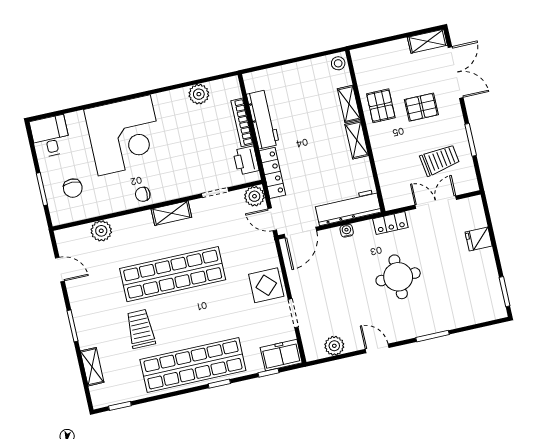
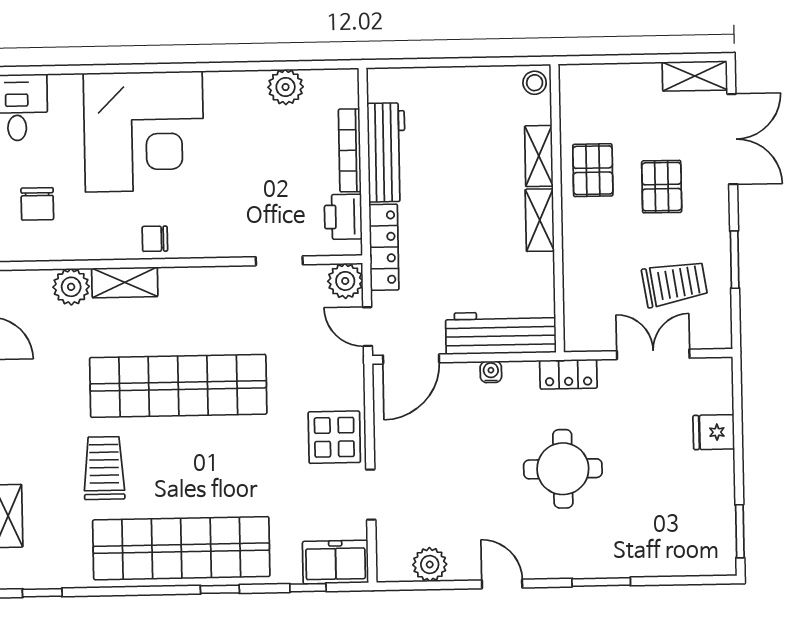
pallet: (421, 107) -> (662, 187), turned 90
shelving: (171, 213) -> (125, 282), moved

